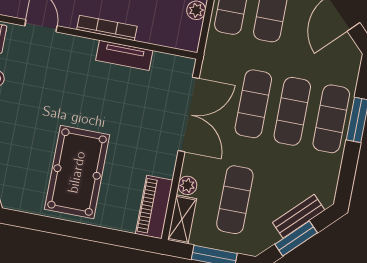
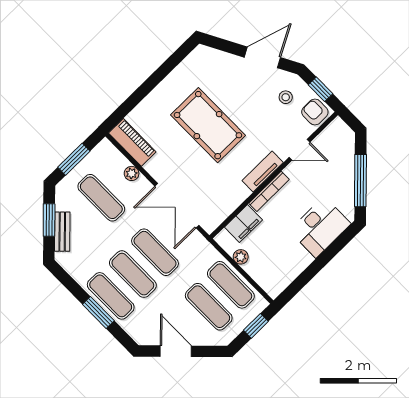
filing cabinet: (159, 32) -> (243, 223), added
tv unit: (124, 55) -> (263, 172), moved
pool table: (77, 172) -> (208, 125), moved
shelving: (182, 219) -> (112, 155), removed

